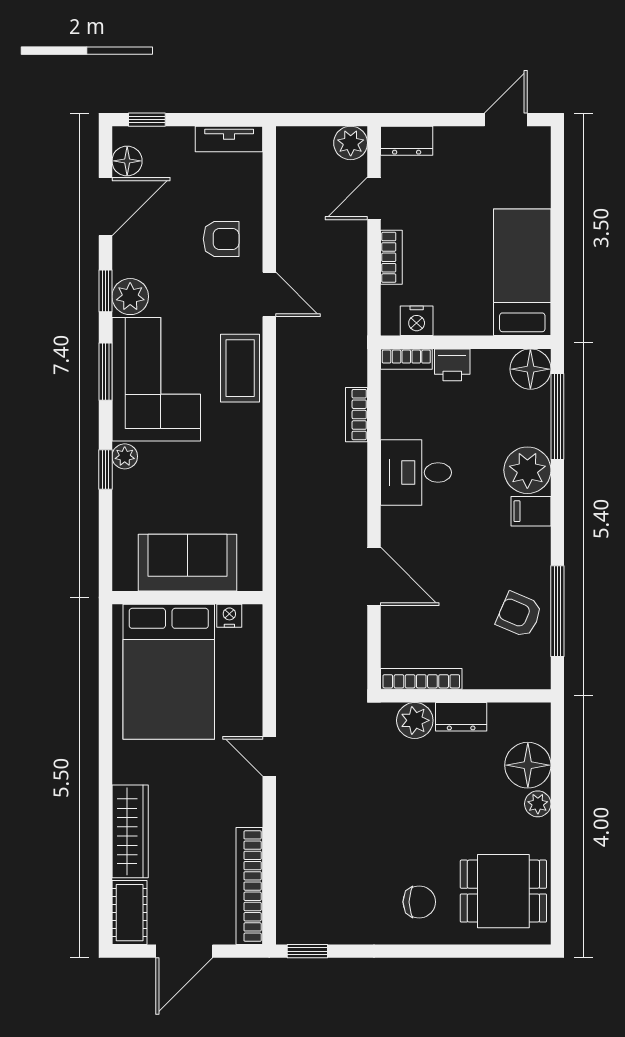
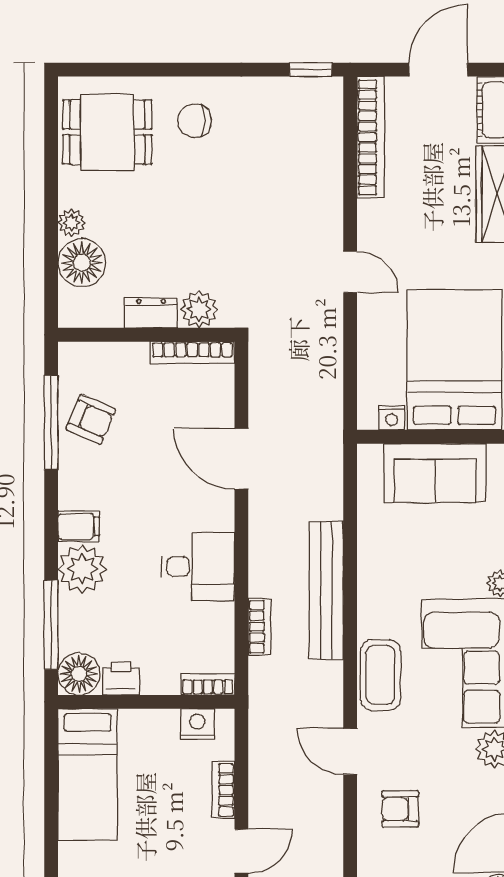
printer: (452, 365) -> (121, 678), moved
bench: (292, 449) -> (326, 590), added

